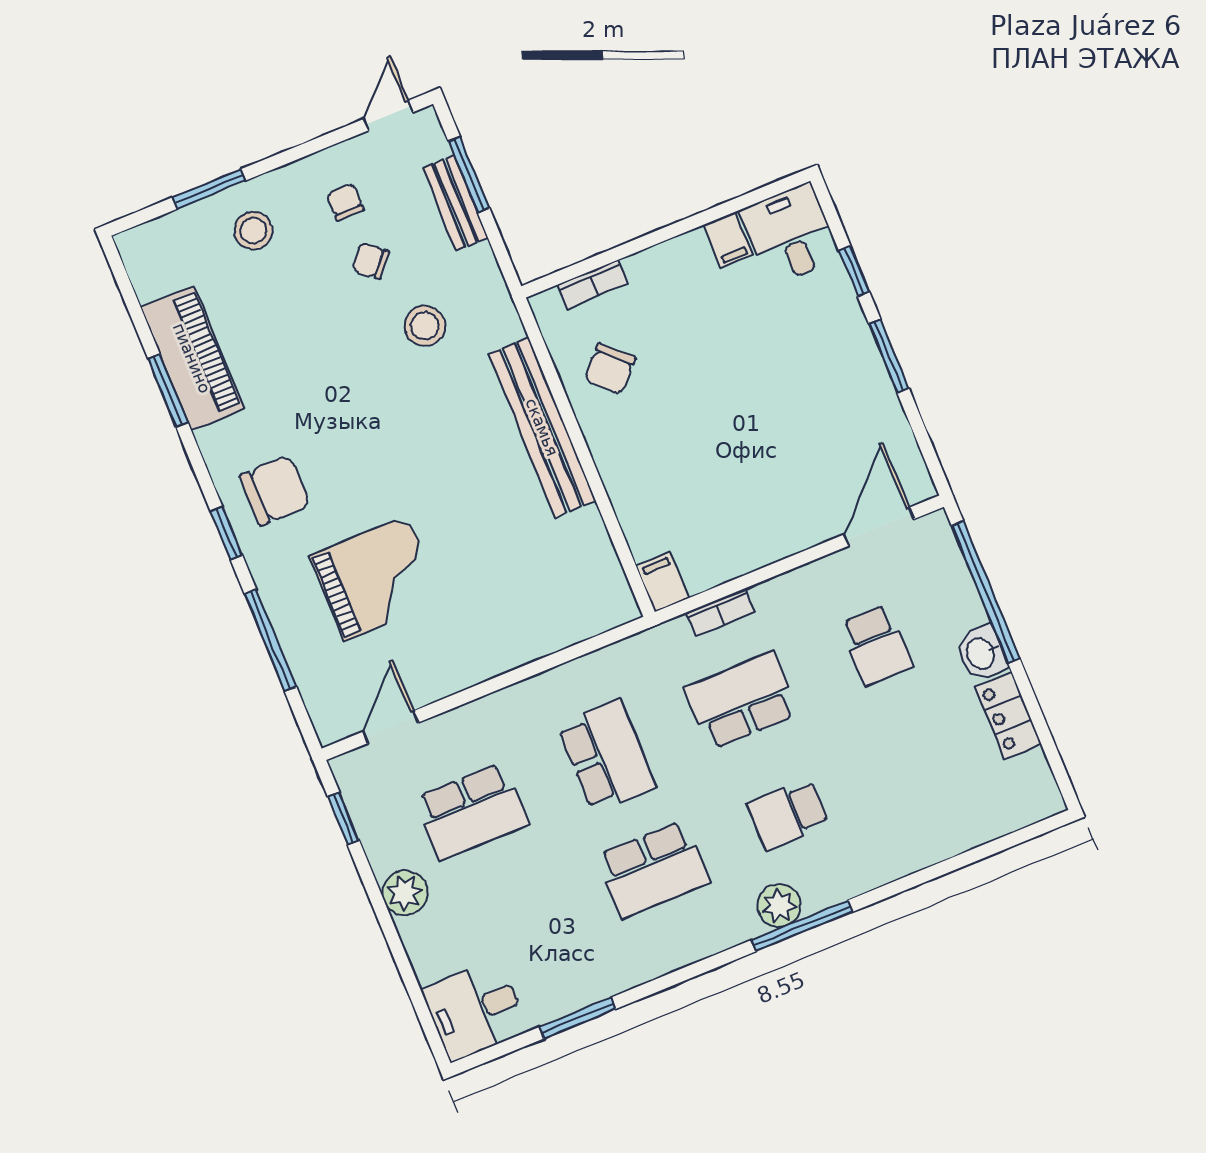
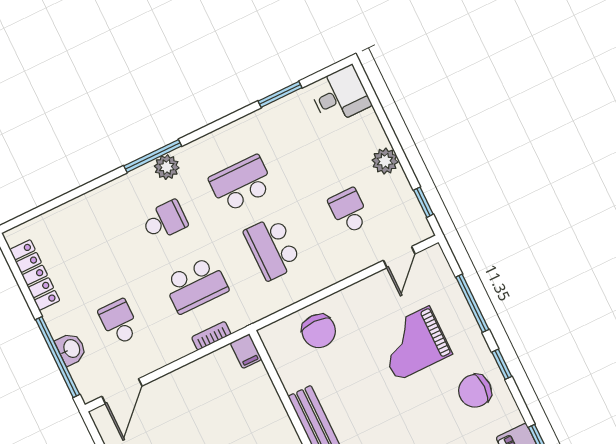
chair: (536, 609) -> (319, 331), added
washbasin: (982, 653) -> (71, 349), moved
locker: (1008, 715) -> (35, 275), width x1.53
school desk: (472, 811) -> (349, 211), width x0.54

